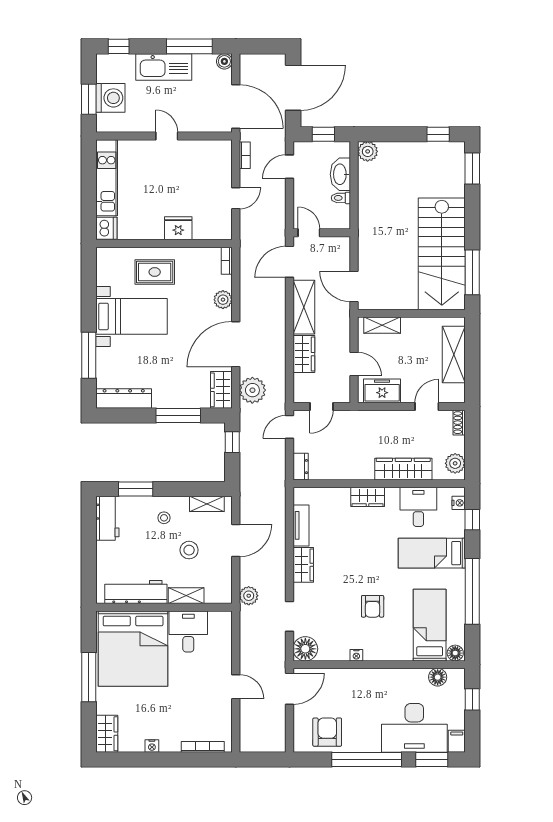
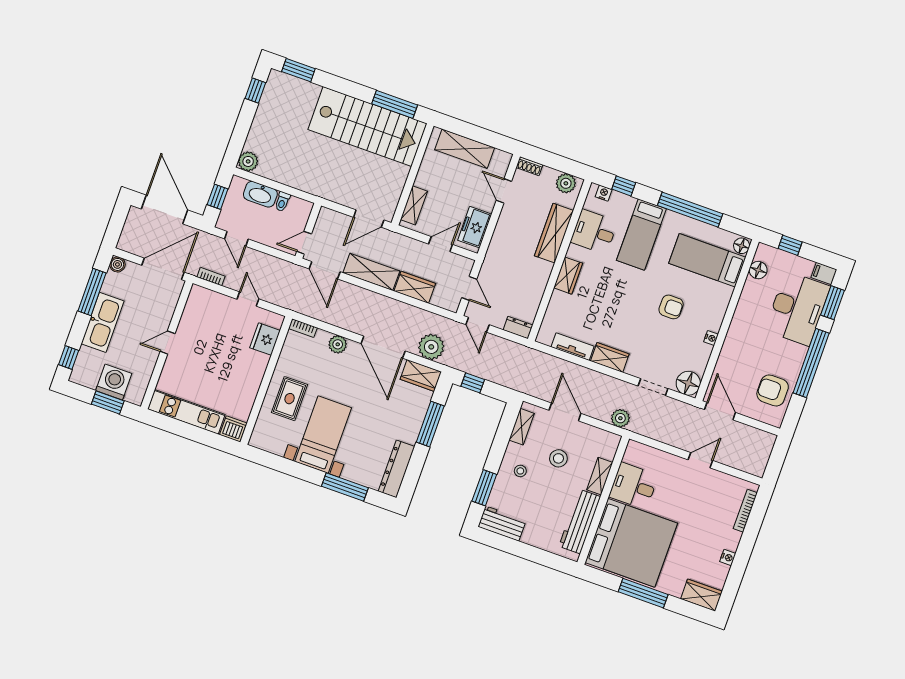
fridge: (178, 228) -> (265, 339), moved

